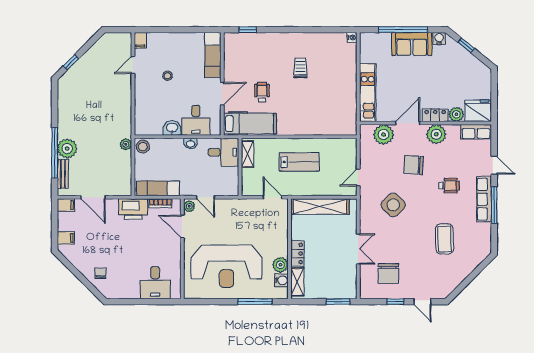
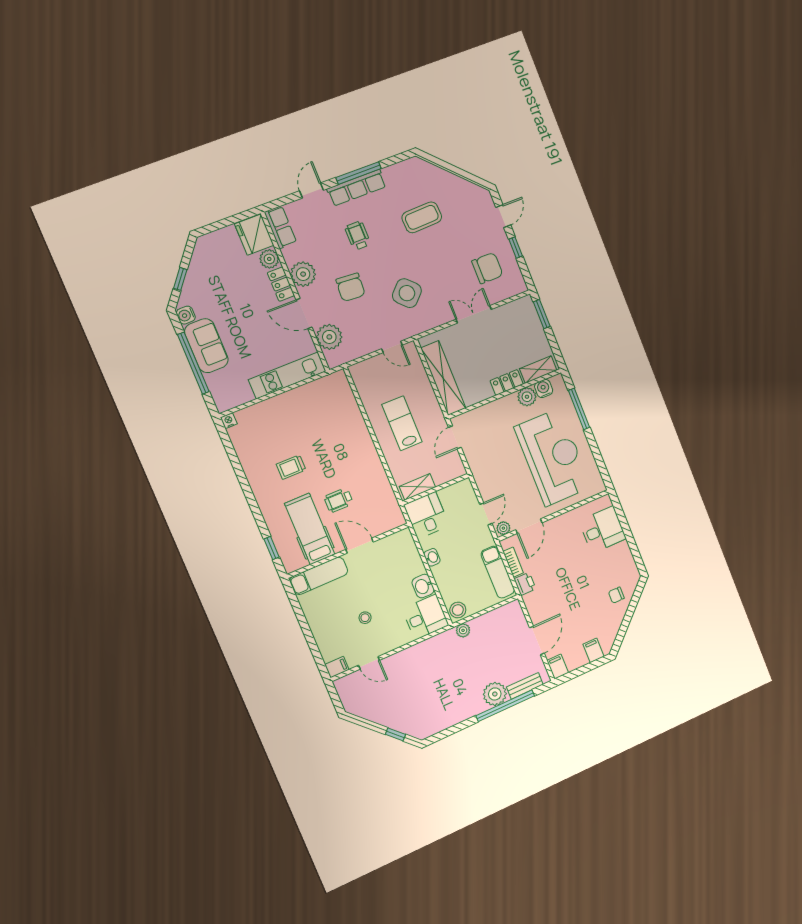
desk: (196, 120) -> (425, 617), moved
hospital bed: (250, 124) -> (310, 529), moved
printer: (133, 209) -> (525, 584), width x0.53, depth x0.68

